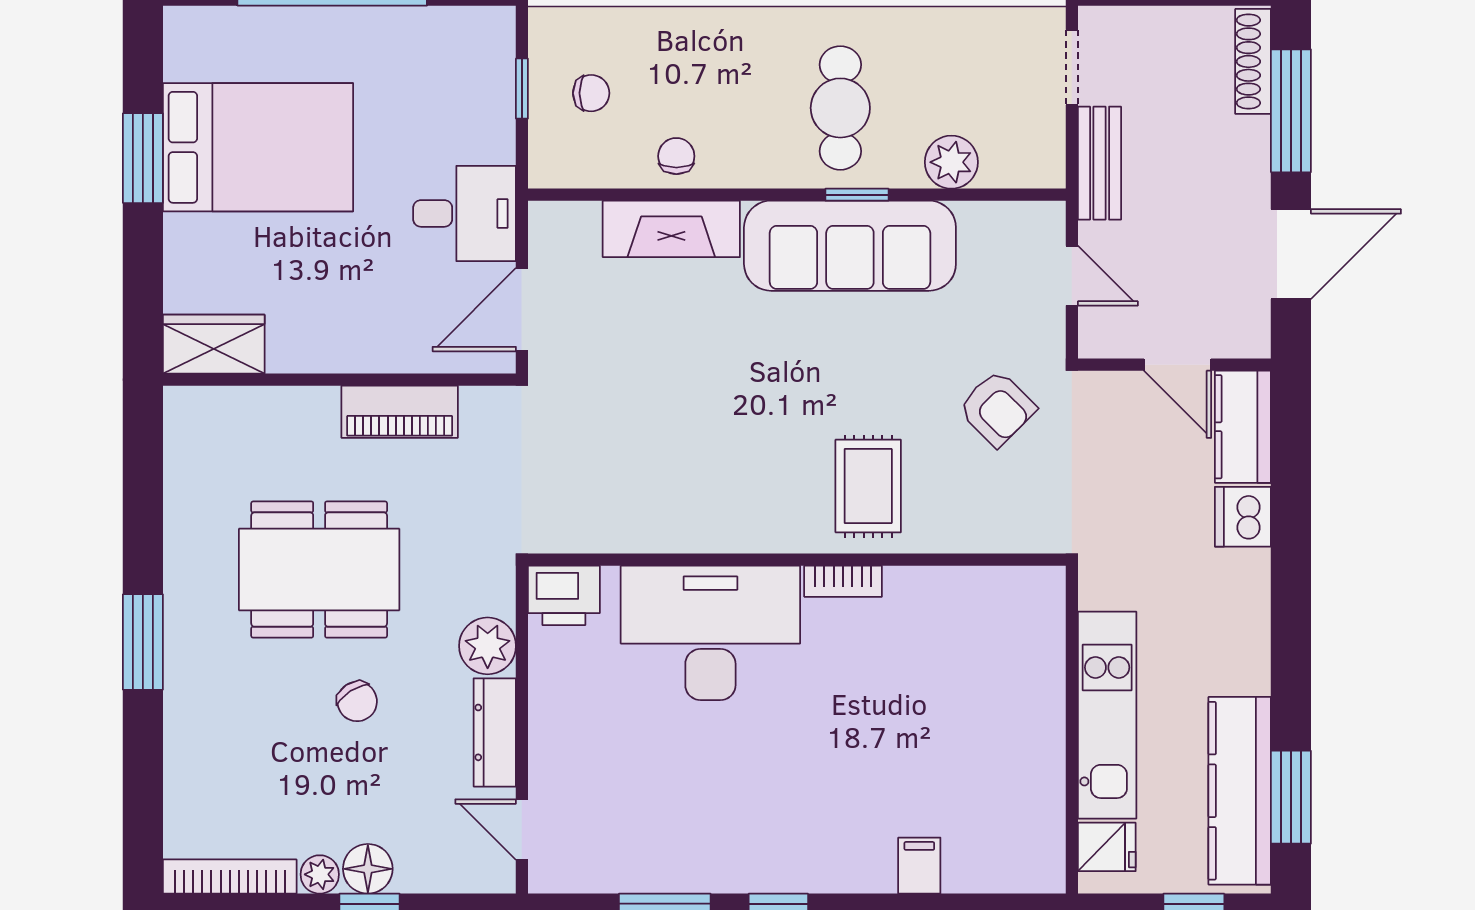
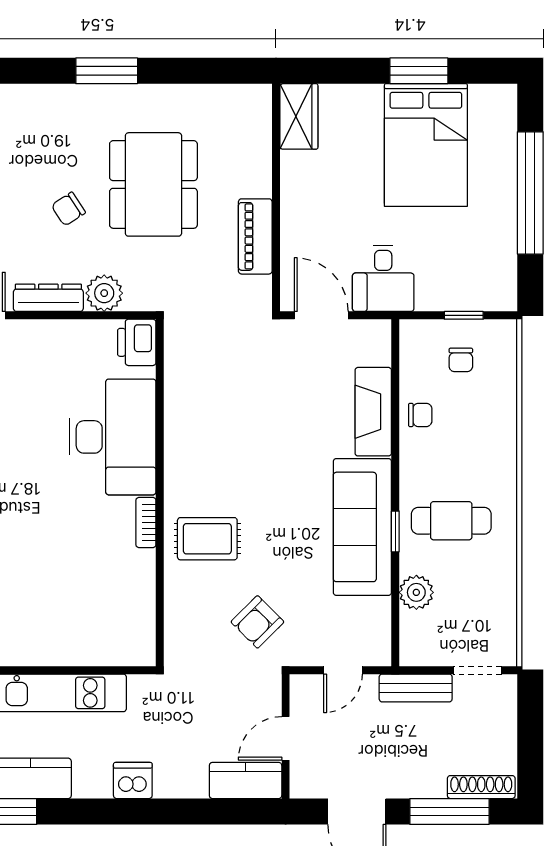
dishwasher: (1243, 517) -> (133, 781), moved

